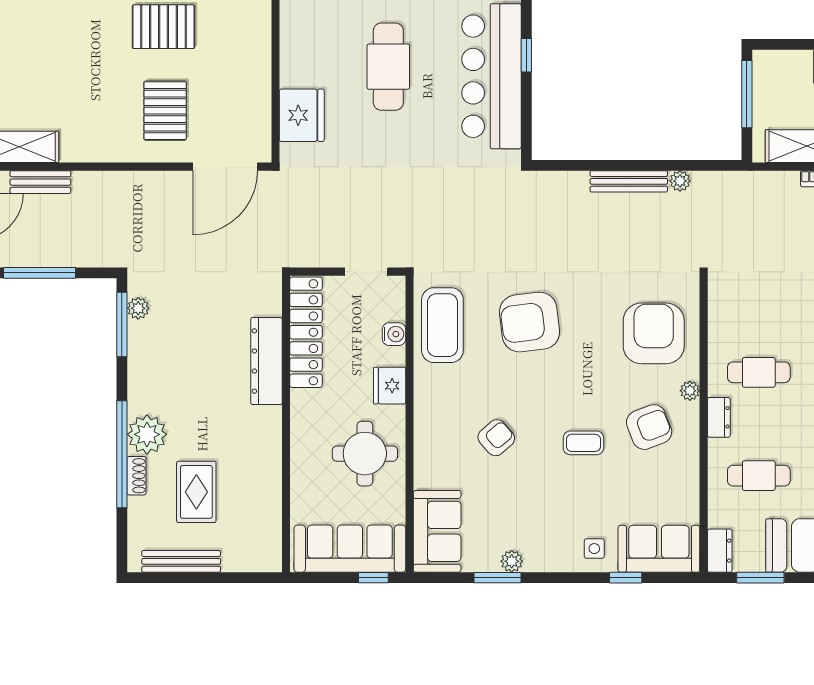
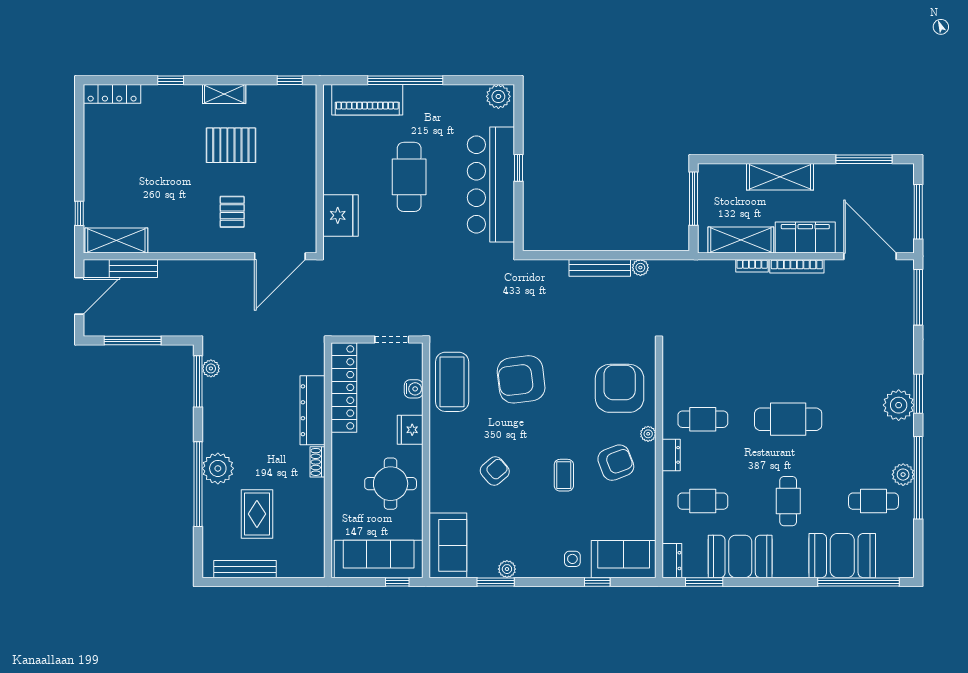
pallet: (165, 111) -> (232, 212), width x0.67, depth x0.71
coffee table: (583, 443) -> (564, 475), turned 90
shoe rack: (137, 476) -> (318, 462), moved, turned 180

